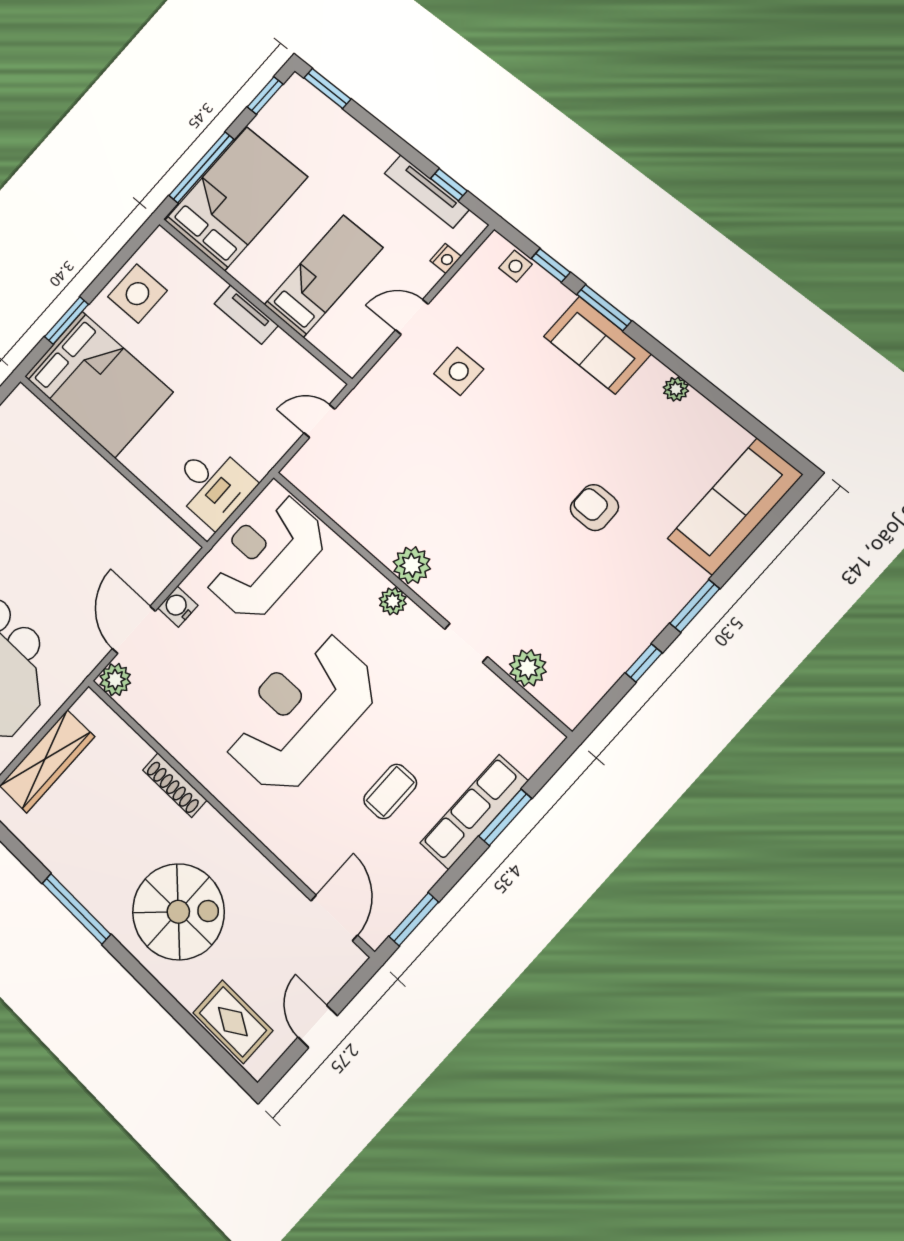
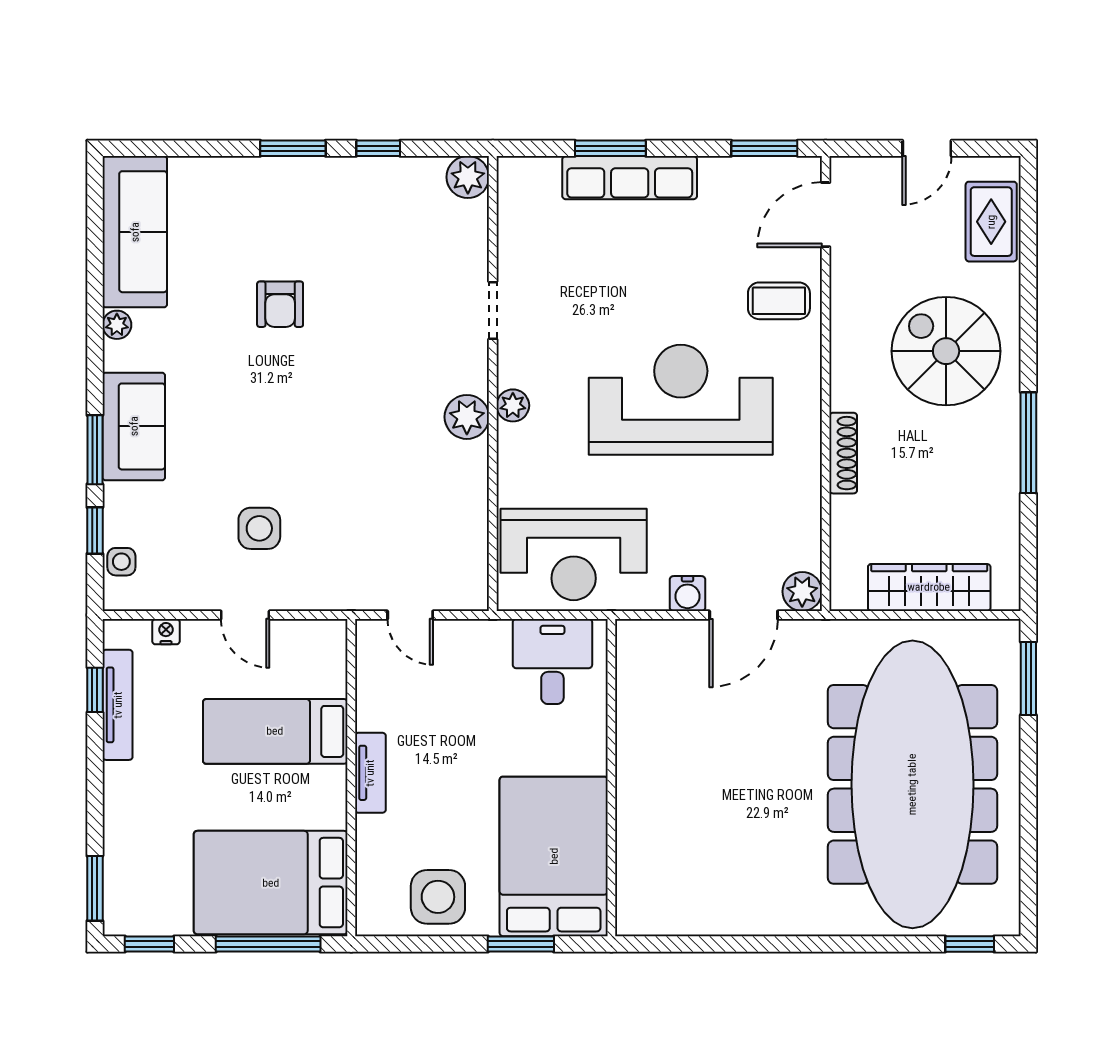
sofa: (735, 506) -> (135, 232), moved, turned -90
plant: (528, 668) -> (468, 177), moved
reception desk: (300, 712) -> (681, 400), turned 180
coffee table: (390, 791) -> (779, 301), moved

